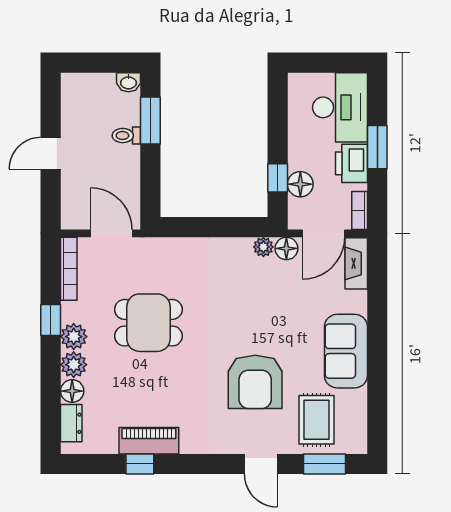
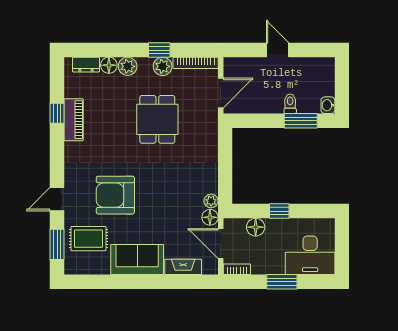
printer: (351, 163) -> (270, 263), removed
window: (278, 178) -> (279, 211), moved
fireplace: (356, 263) -> (183, 267), moved
plant: (74, 337) -> (163, 66), moved

